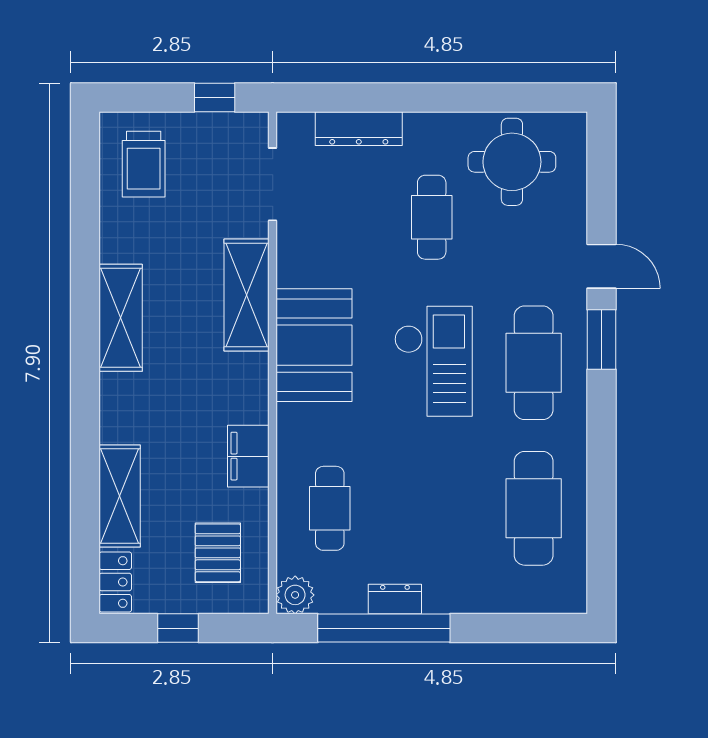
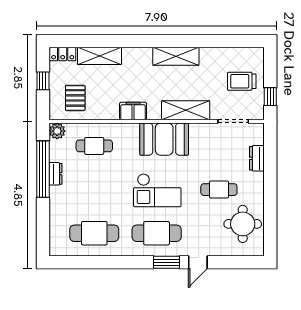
dresser: (359, 129) -> (257, 158), width x0.70
trolley: (144, 164) -> (242, 81), moved
filing cabinet: (248, 456) -> (133, 111), moved
pallet: (218, 553) -> (75, 98), turned 90

